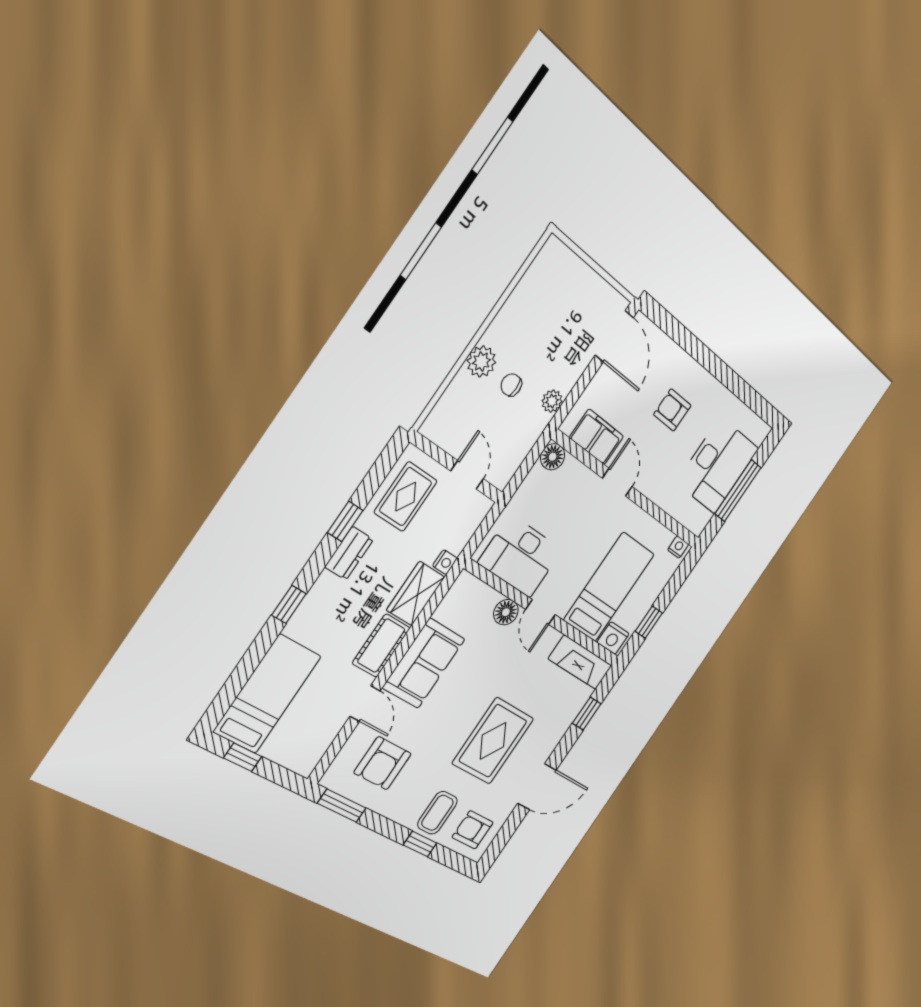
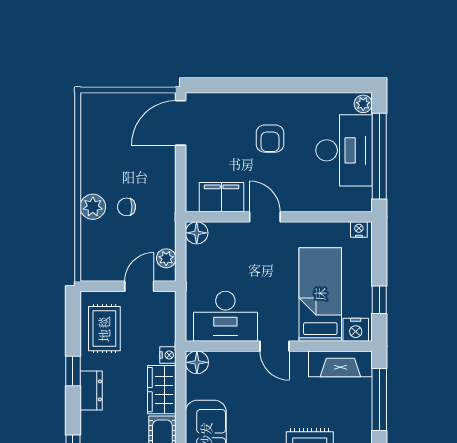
door: (614, 336) -> (181, 123), swing flipped
plant: (552, 401) -> (166, 258), moved
armchair: (672, 410) -> (270, 139), turned -90
plant: (760, 433) -> (363, 104), added
door: (467, 475) -> (139, 286), hinge flipped
window: (738, 491) -> (379, 156), width x1.46
floor lamp: (506, 612) -> (197, 362), moved
window: (587, 713) -> (379, 400), width x2.17

